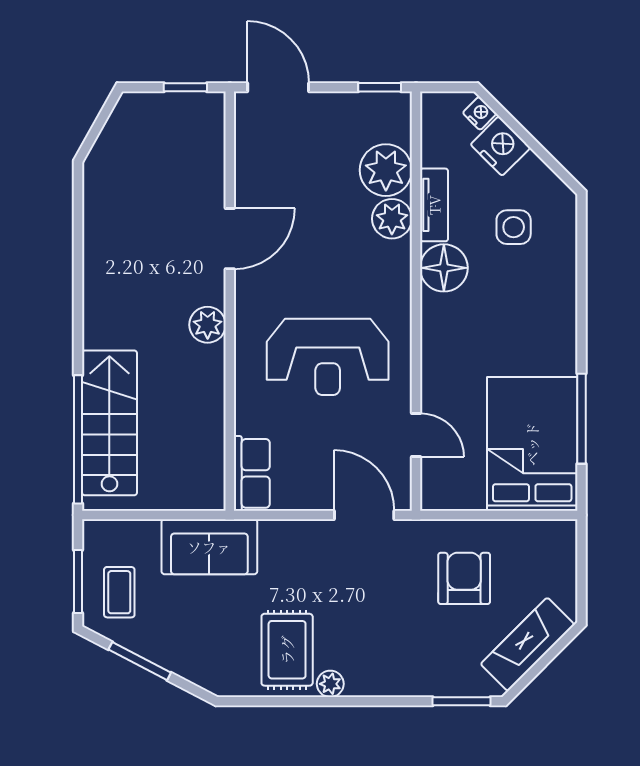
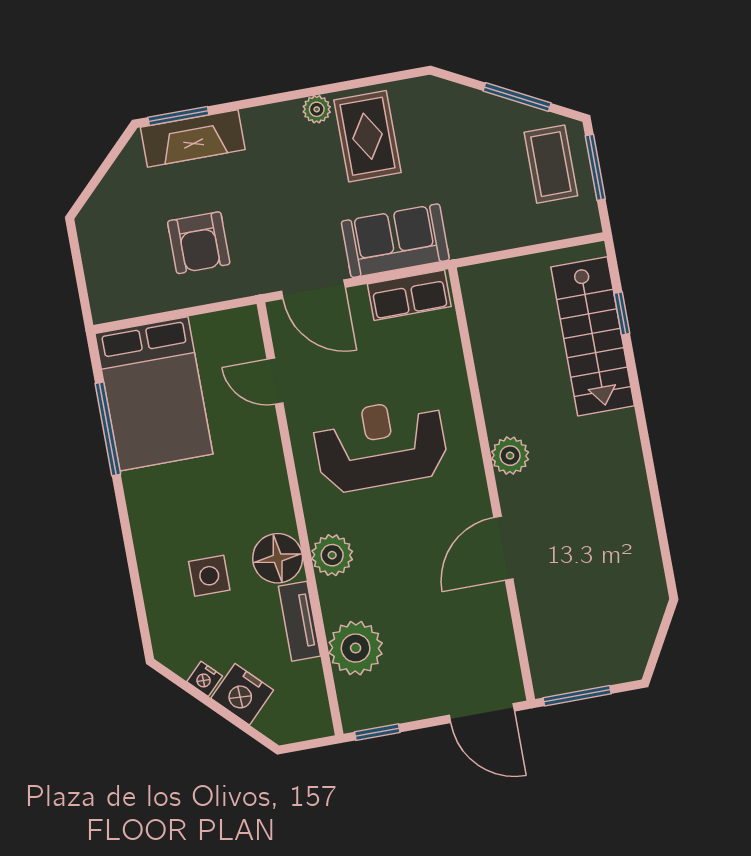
window: (185, 87) -> (577, 696), width x1.50
nightstand: (480, 113) -> (205, 679), moved
plant: (392, 219) -> (332, 555), moved
side table: (514, 227) -> (209, 576), moved
window: (78, 439) -> (622, 313), width x0.32
row of seats: (252, 473) -> (409, 295), moved, turned -90
sofa: (209, 547) -> (395, 241), moved
coffee table: (119, 592) -> (551, 164), width x1.36, depth x1.30
fireplace: (528, 644) -> (193, 138), moved, turned 45

